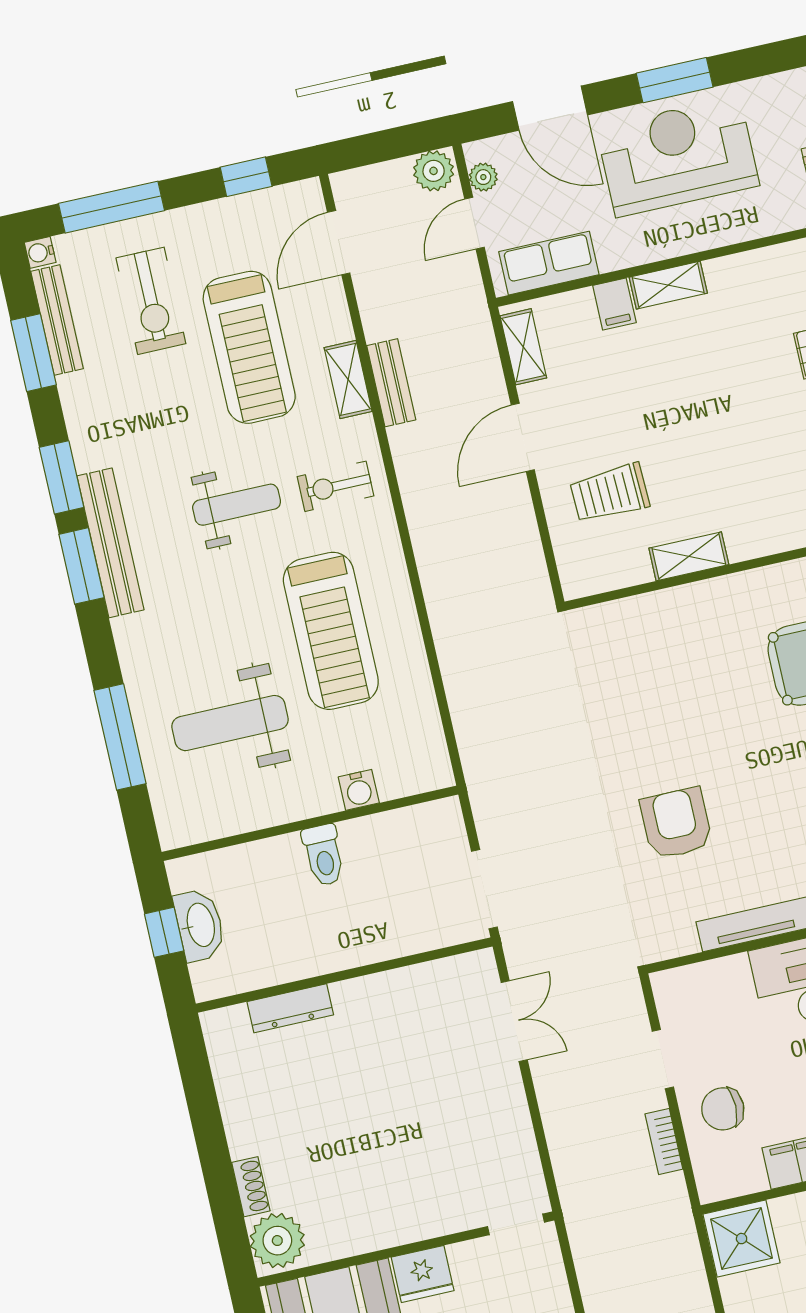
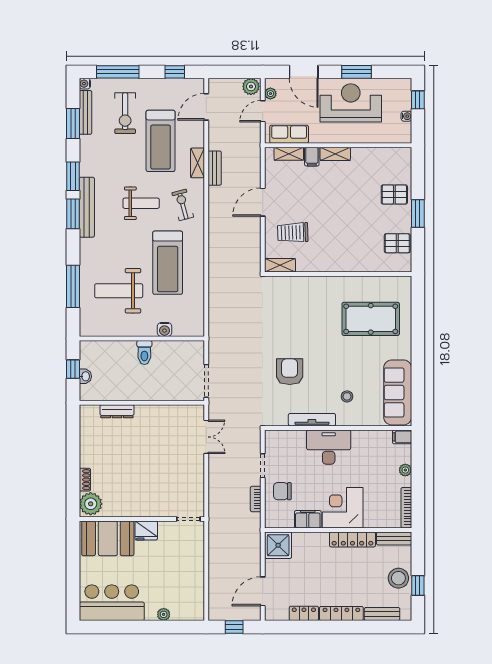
shelving: (523, 347) -> (289, 154), moved, turned 90
exercise bike: (335, 486) -> (183, 205), turned 75
shelving: (689, 556) -> (280, 265), moved
washbasin: (200, 925) -> (85, 376), width x0.52, depth x0.69

